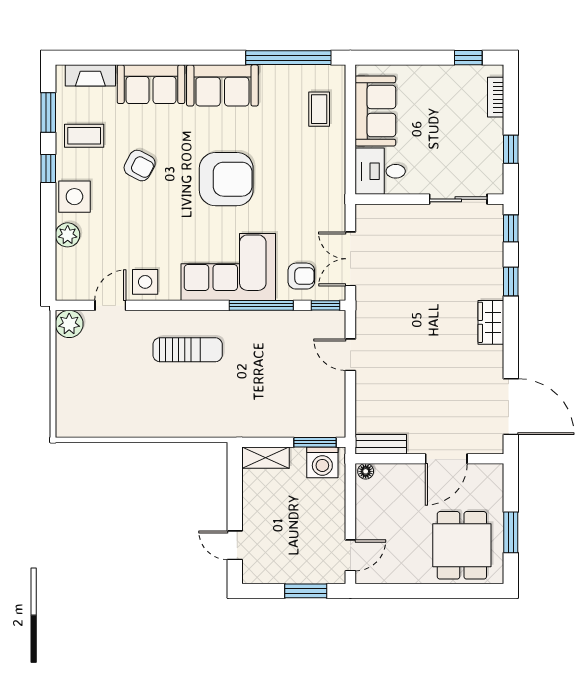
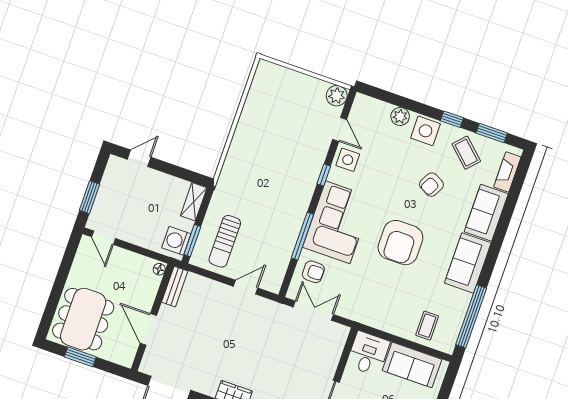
coffee table: (319, 109) -> (427, 326), turned 90
coffee table: (84, 136) -> (466, 153), turned -47
armchair: (301, 276) -> (313, 272), turned -90
window: (326, 305) -> (324, 175), moved
sun lounger: (188, 350) -> (225, 241), moved
dining table: (462, 545) -> (83, 319), width x1.38

